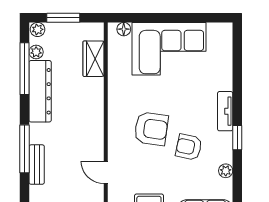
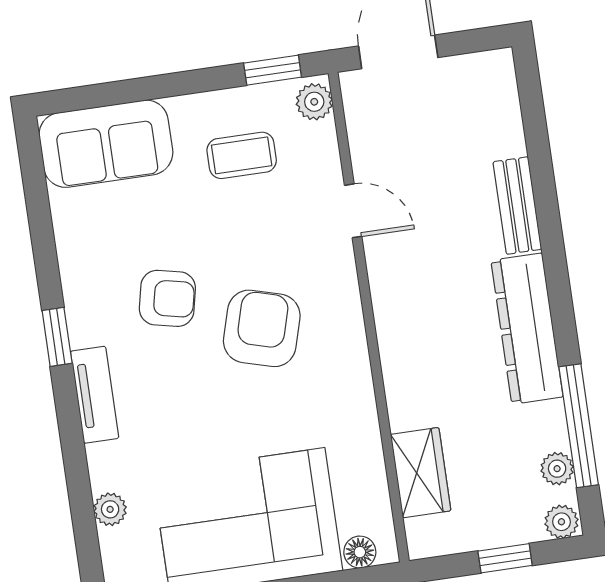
window: (63, 18) -> (505, 558), width x0.67
dresser: (40, 91) -> (527, 329), moved
armchair: (151, 129) -> (262, 328), turned 98
window: (24, 149) -> (551, 238), removed
plant: (226, 171) -> (110, 509), moved

